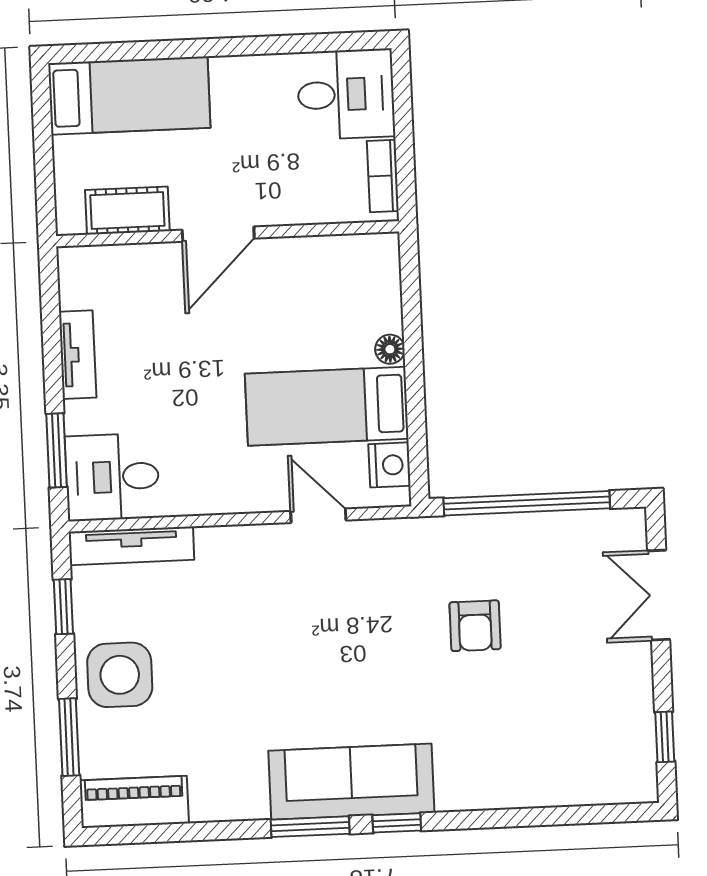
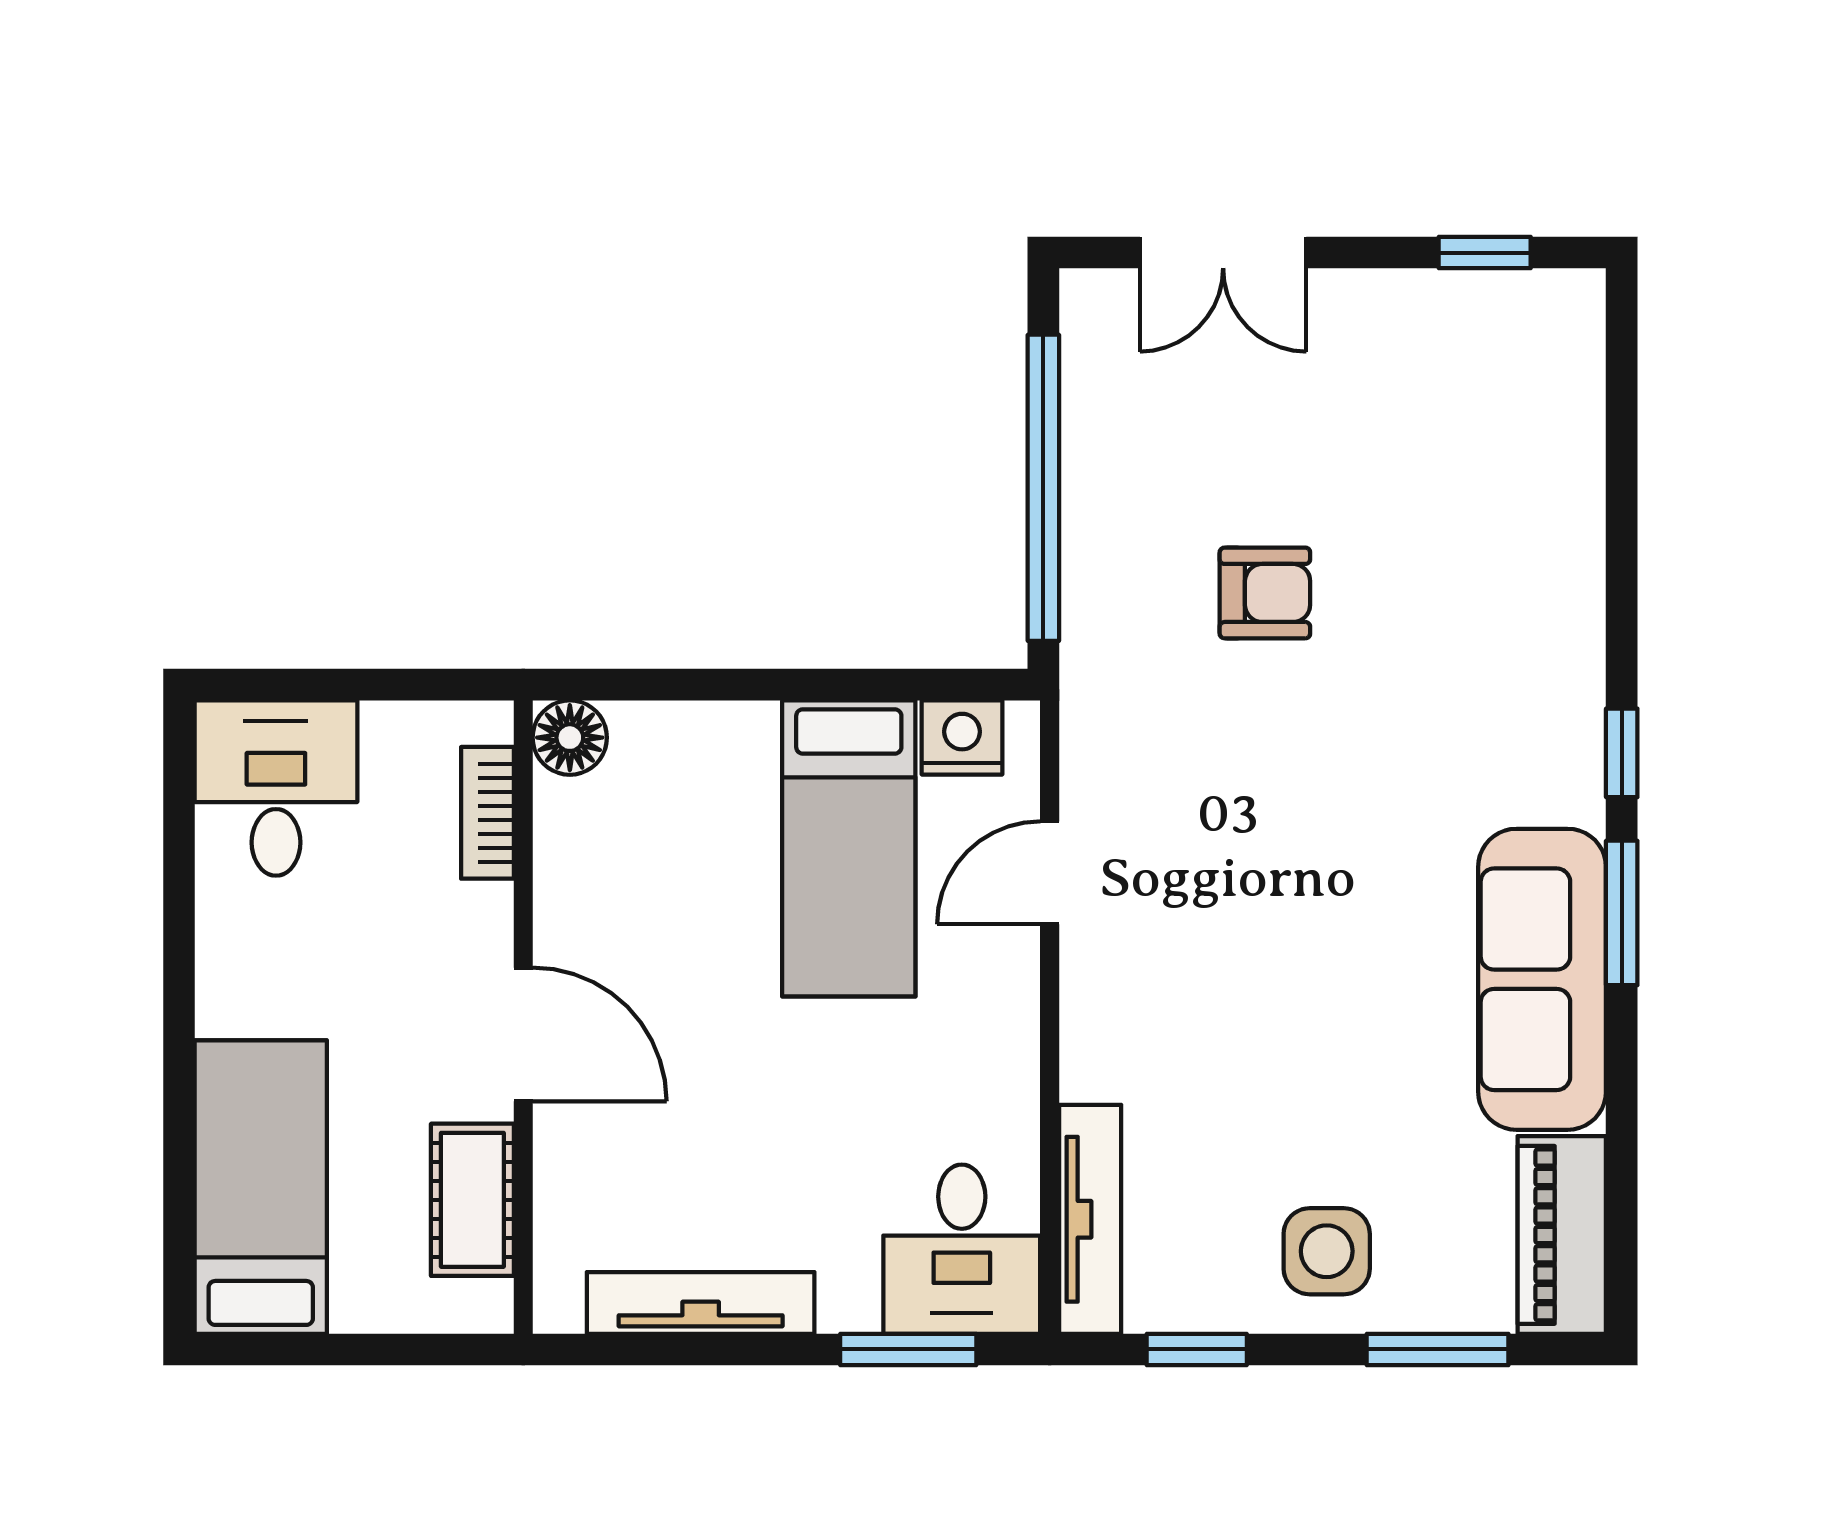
bookcase: (383, 176) -> (487, 813), moved, turned 90
floor lamp: (390, 349) -> (570, 738), moved, width x1.37, depth x1.37
tv unit: (78, 355) -> (701, 1303), width x1.41
side table: (120, 675) -> (1327, 1251), width x0.73, depth x0.73
sofa: (351, 782) -> (1542, 979), moved

